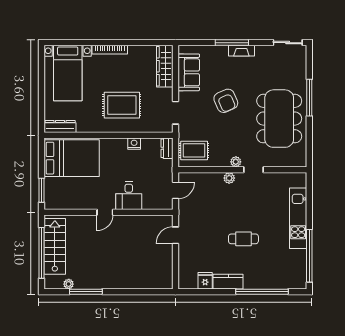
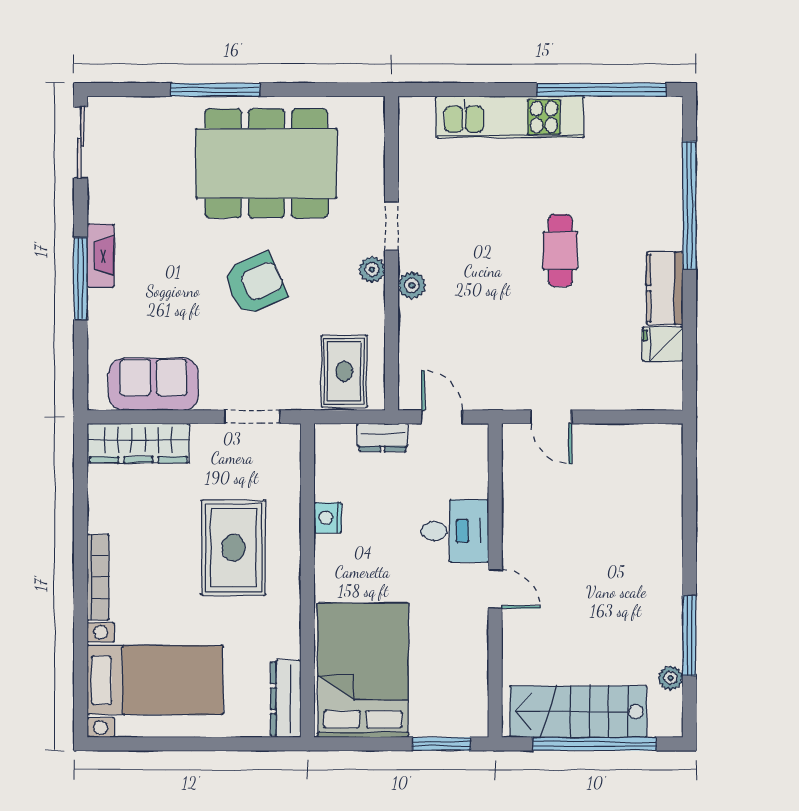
armchair: (226, 101) -> (255, 284), moved
dresser: (167, 148) -> (383, 437), moved

